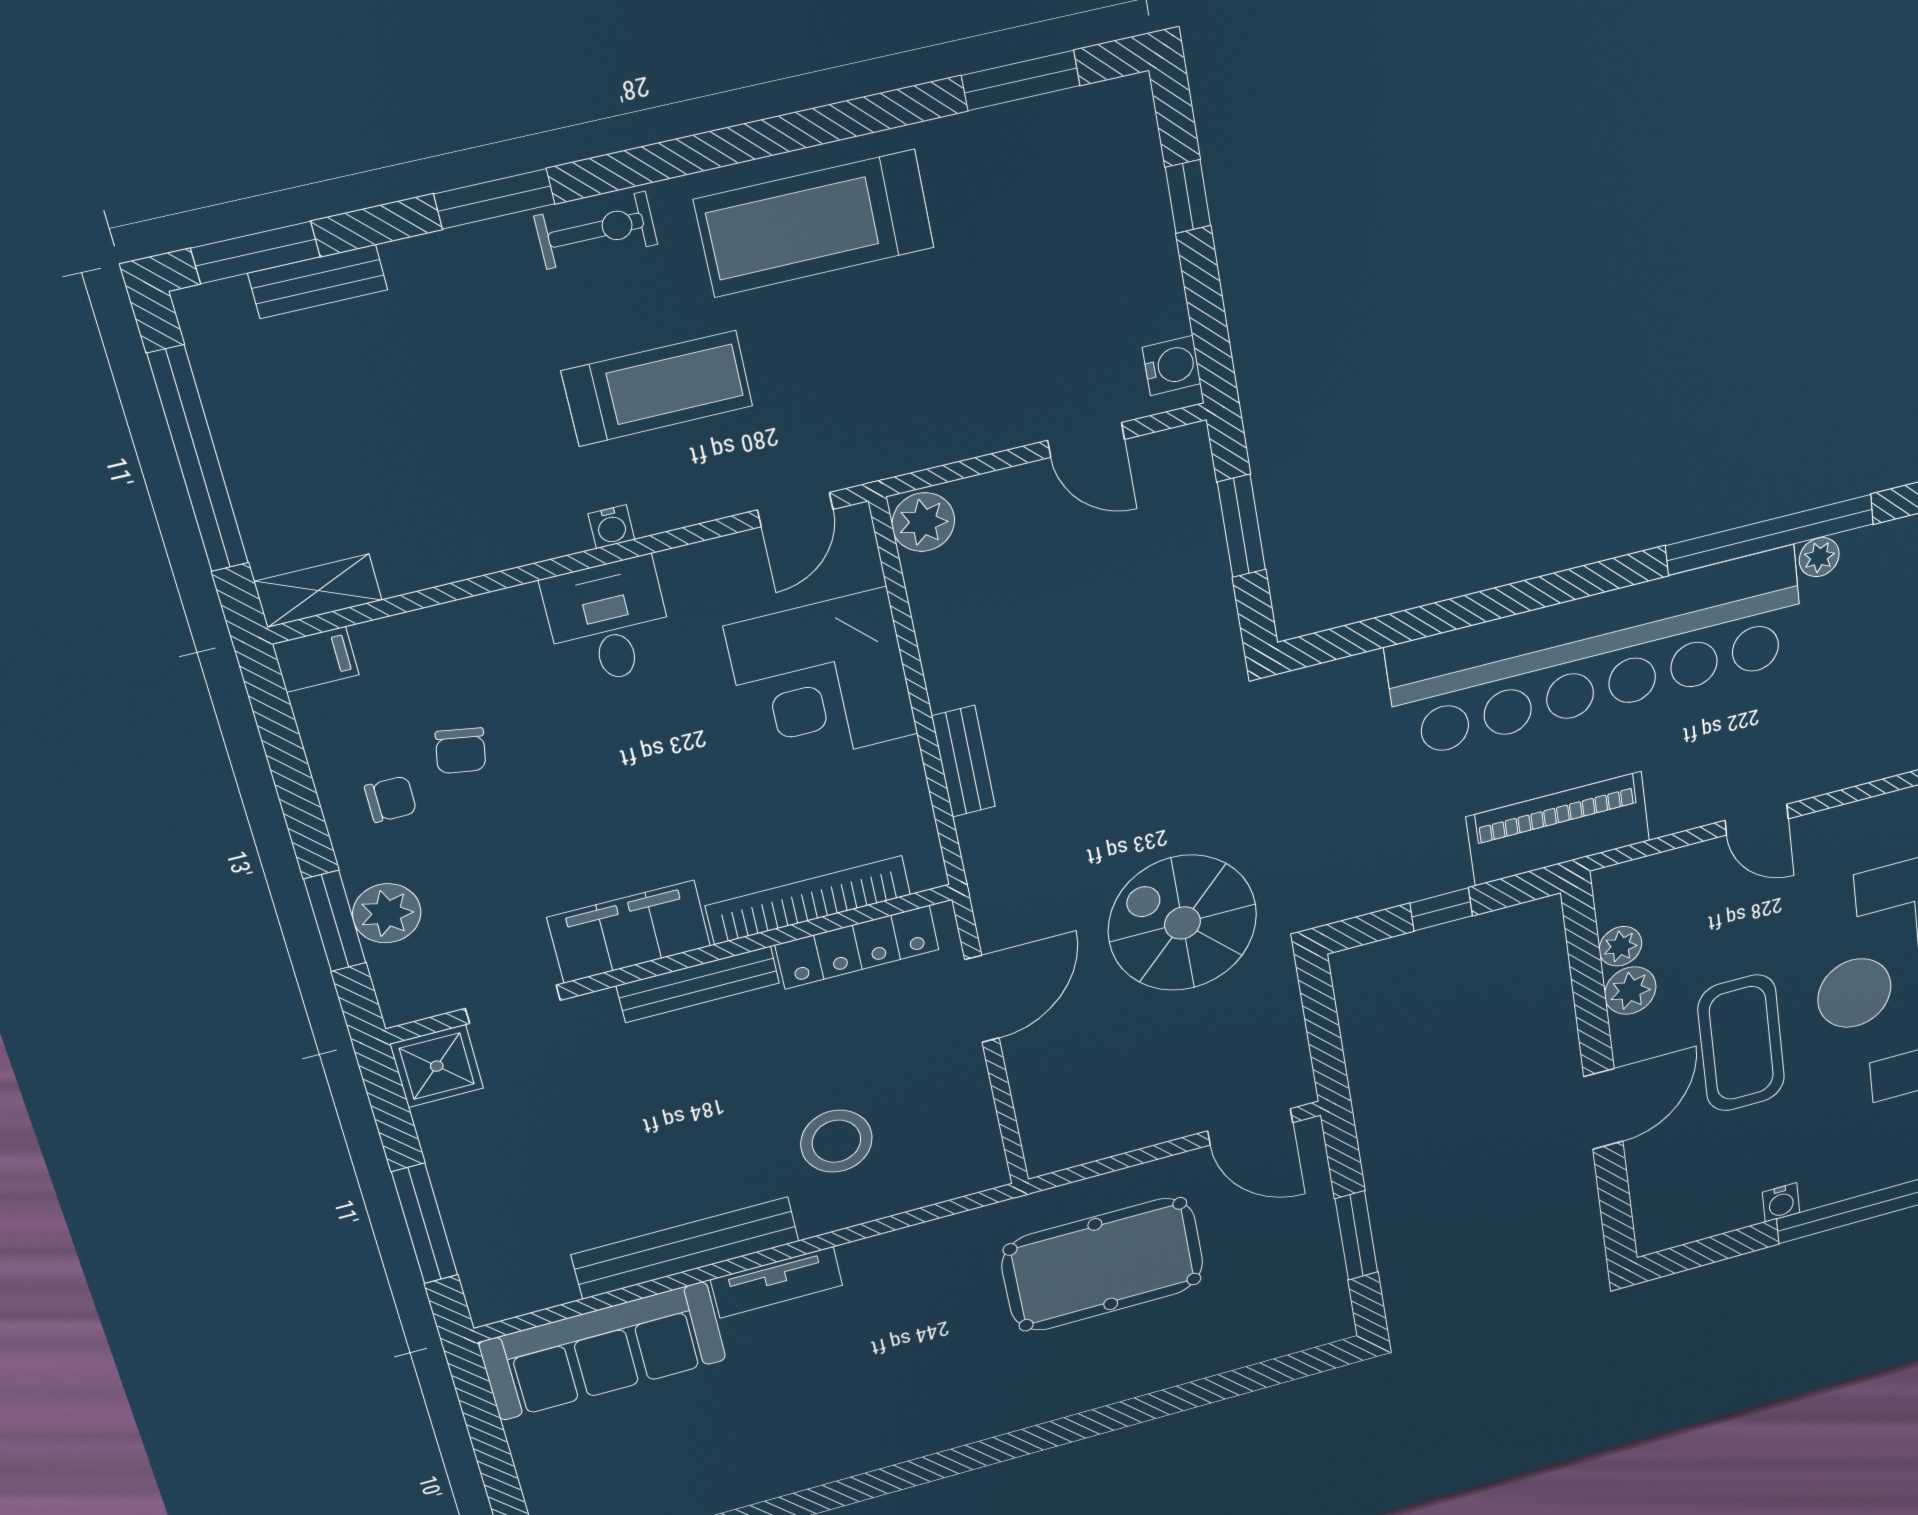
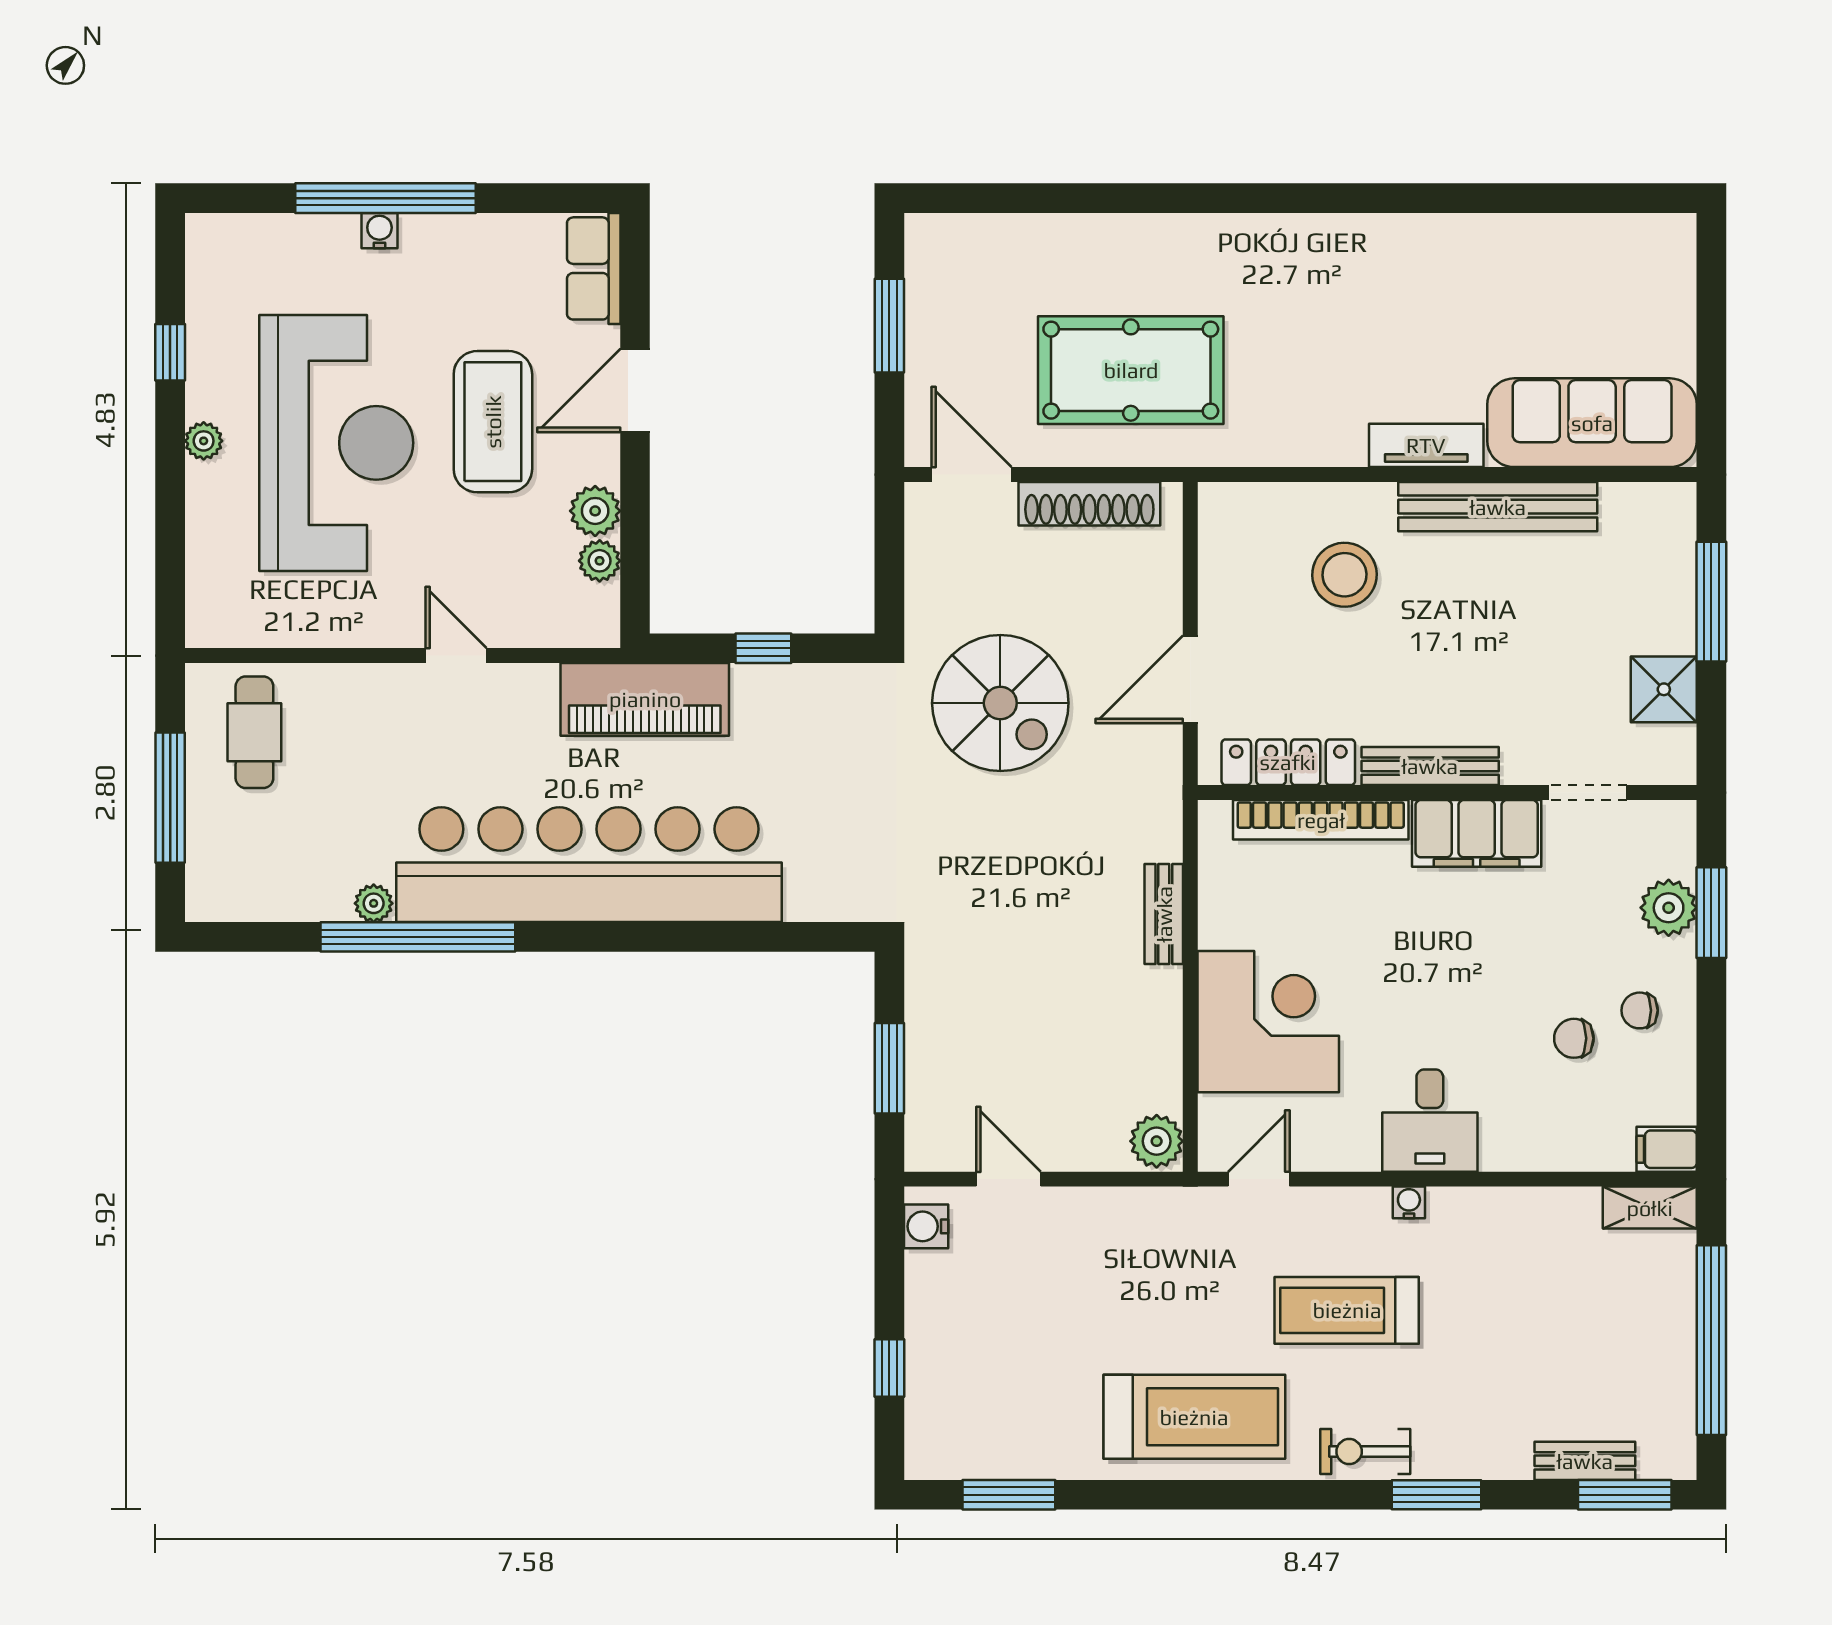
chair: (461, 751) -> (1574, 1038), turned -100
shower: (437, 1066) -> (1664, 689), moved
shoe rack: (1123, 1134) -> (1089, 504), added
water cooler: (1781, 1202) -> (379, 231), moved
row of seats: (1657, 1204) -> (594, 268), added

